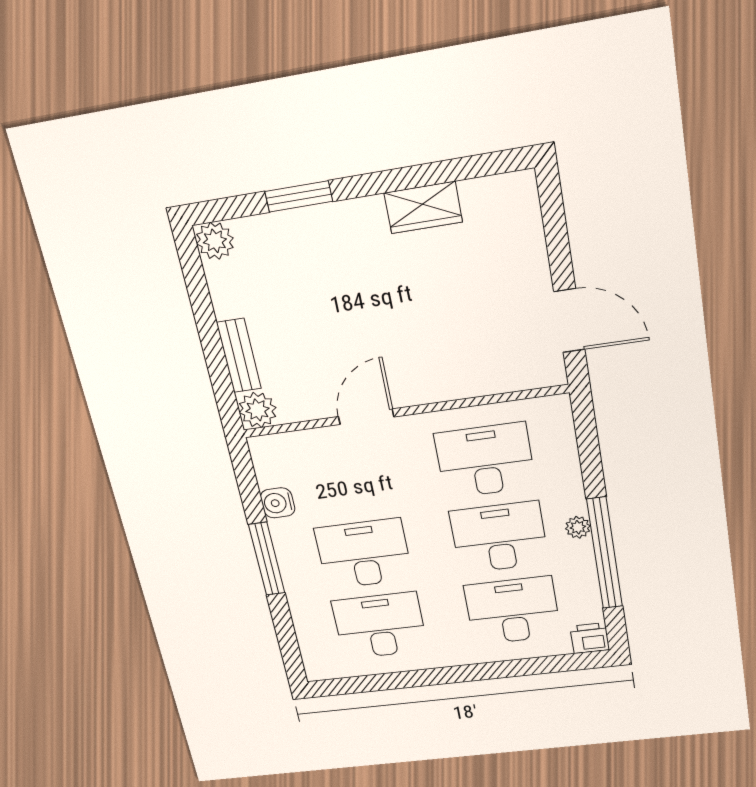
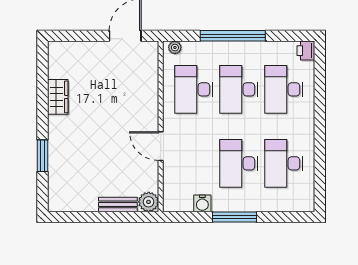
plant: (215, 241) -> (57, 202), removed
plant: (578, 527) -> (175, 48), moved
window: (605, 553) -> (233, 36), moved

